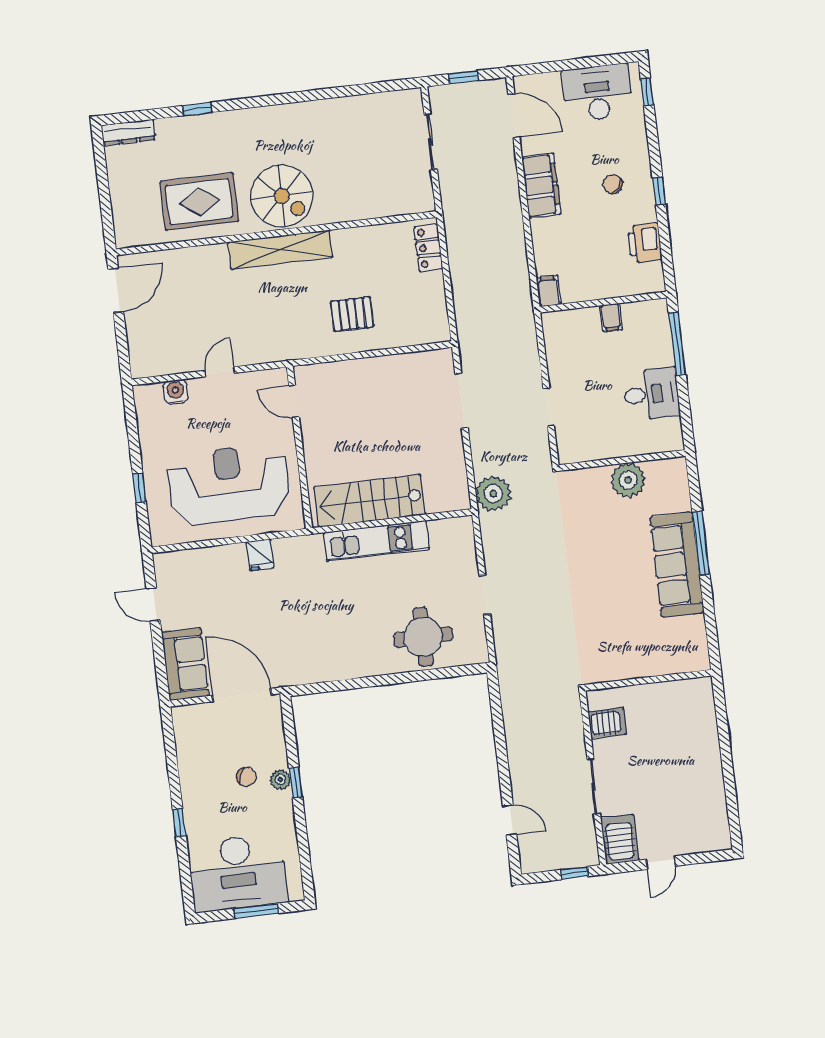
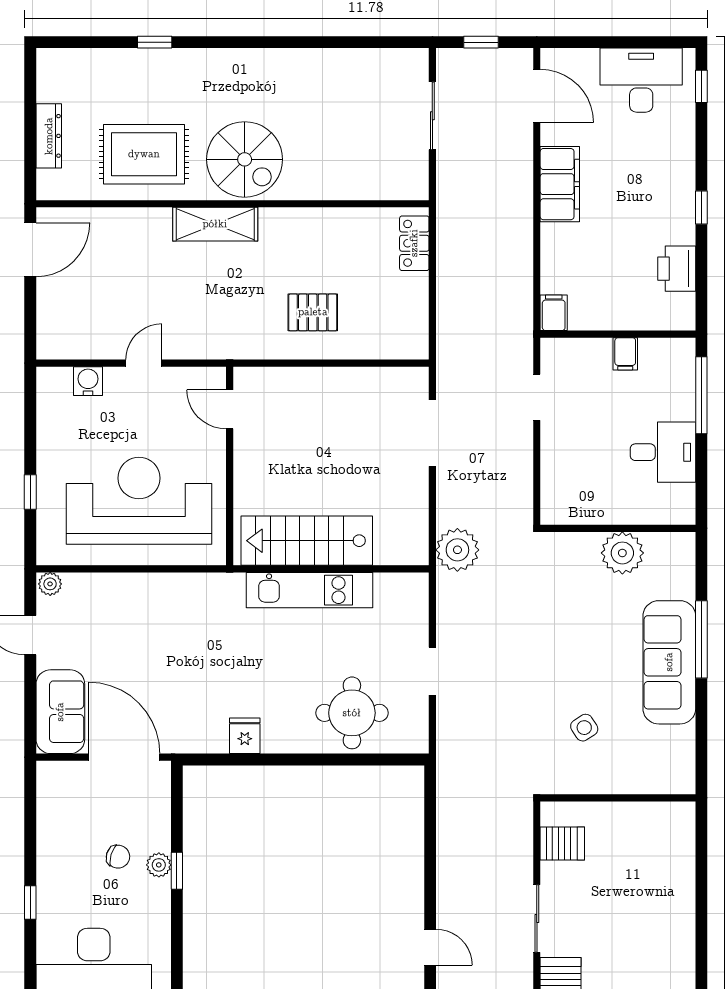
dresser: (128, 132) -> (49, 136), moved, turned -90
chair: (613, 184) -> (646, 193), removed
shelving: (280, 250) -> (215, 224), width x0.68
doorway: (549, 407) -> (537, 397), moved
fridge: (260, 555) -> (245, 736), moved, turned 180
plant: (164, 561) -> (50, 584), added
side table: (614, 626) -> (584, 728), added

